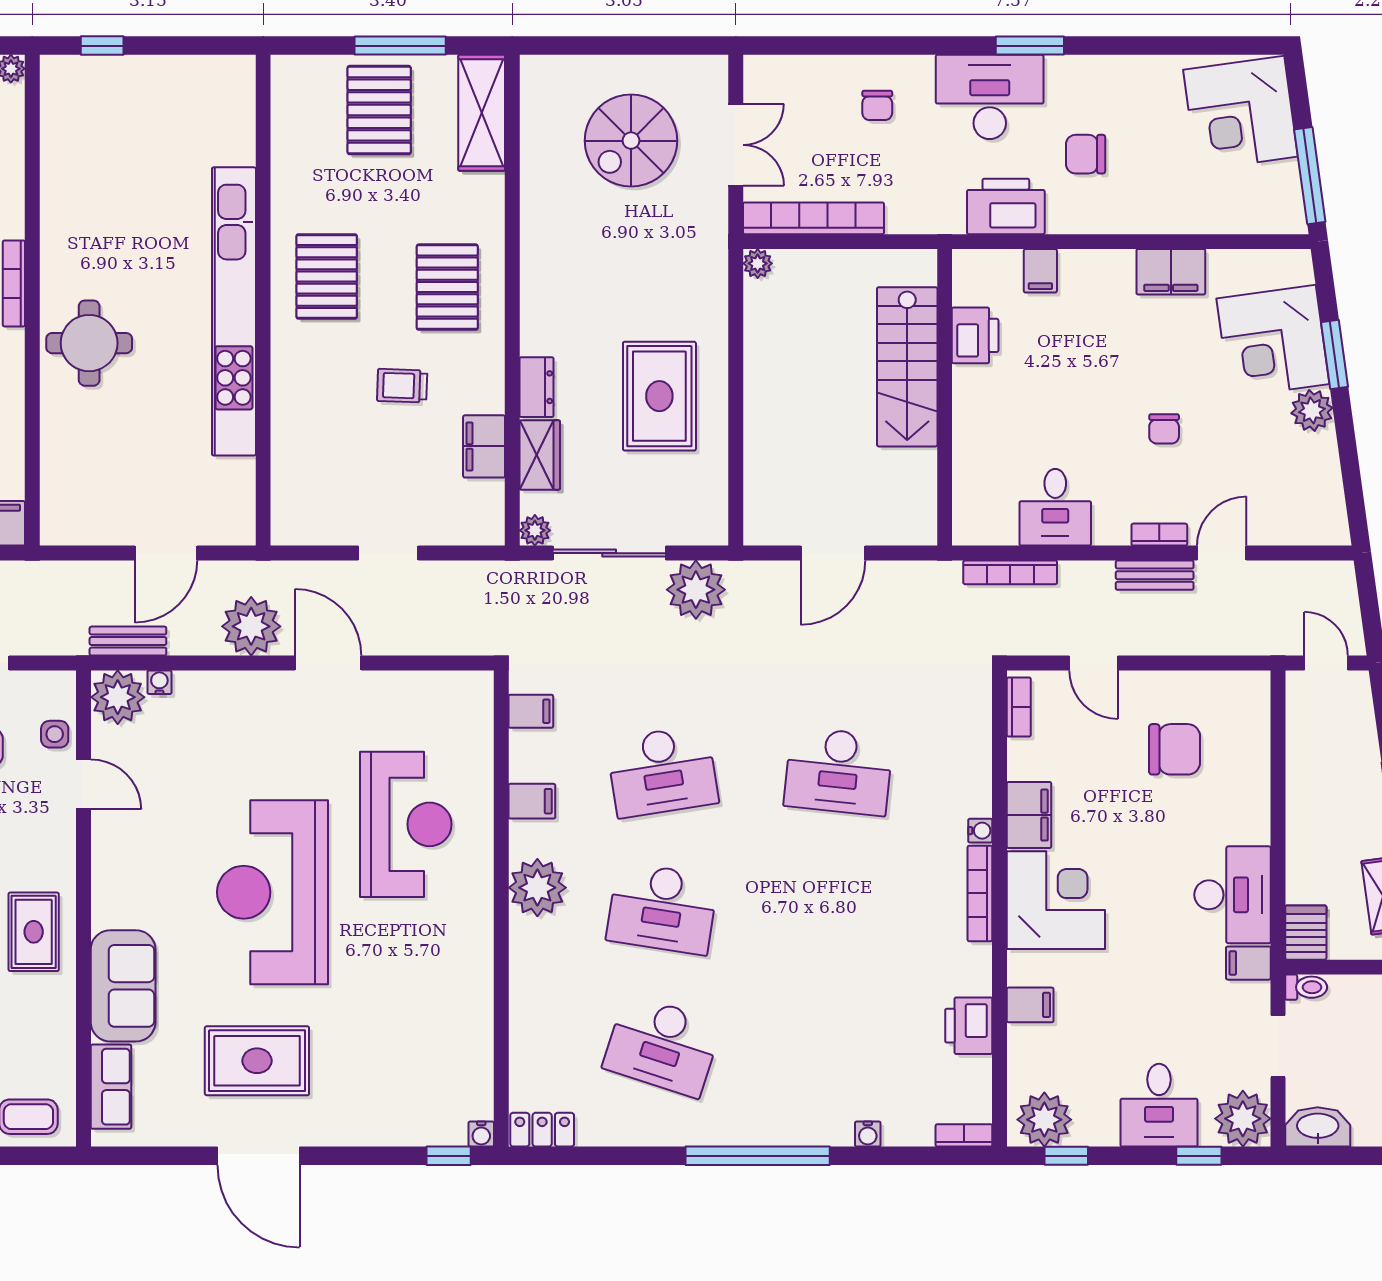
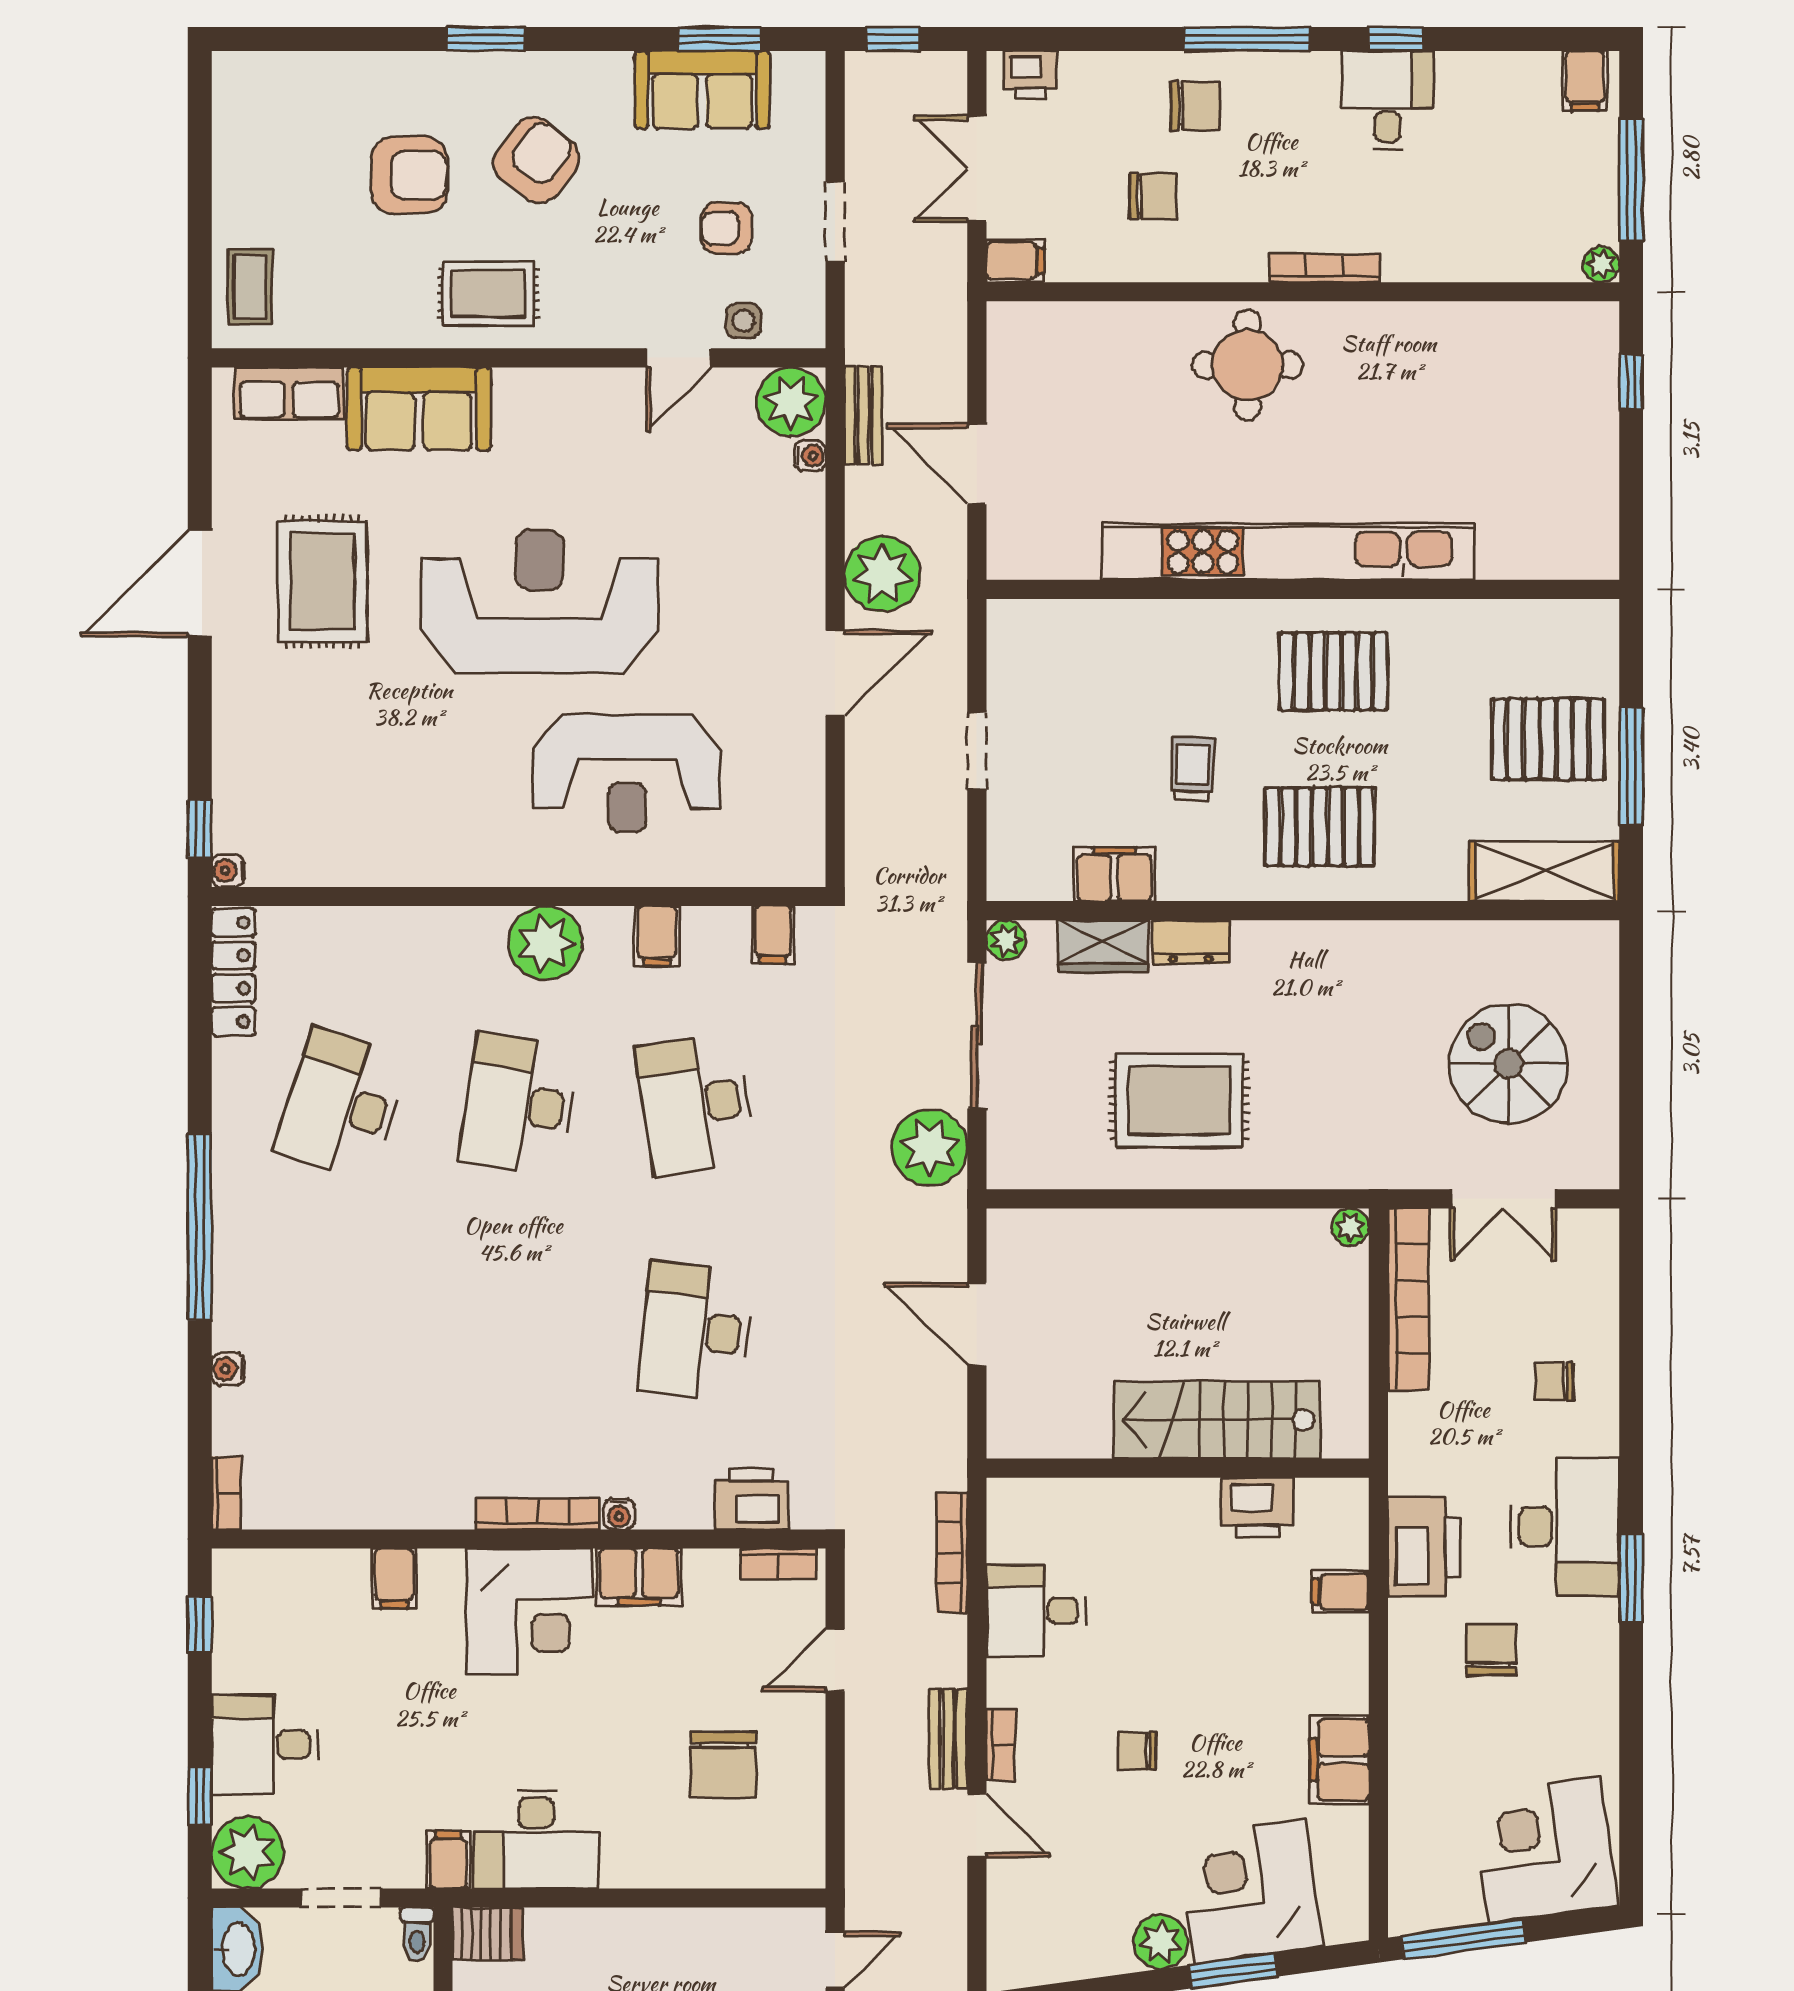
printer: (969, 1026) -> (752, 1499), moved
plant: (1044, 1120) -> (246, 1597), removed
locker: (542, 1130) -> (233, 972), width x1.53

